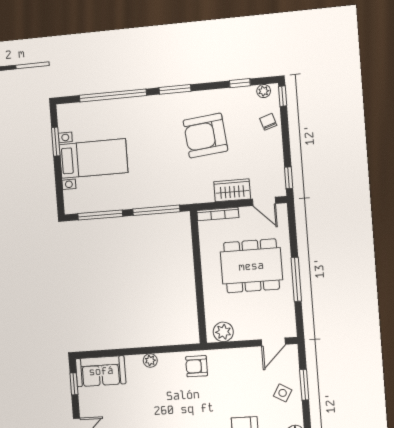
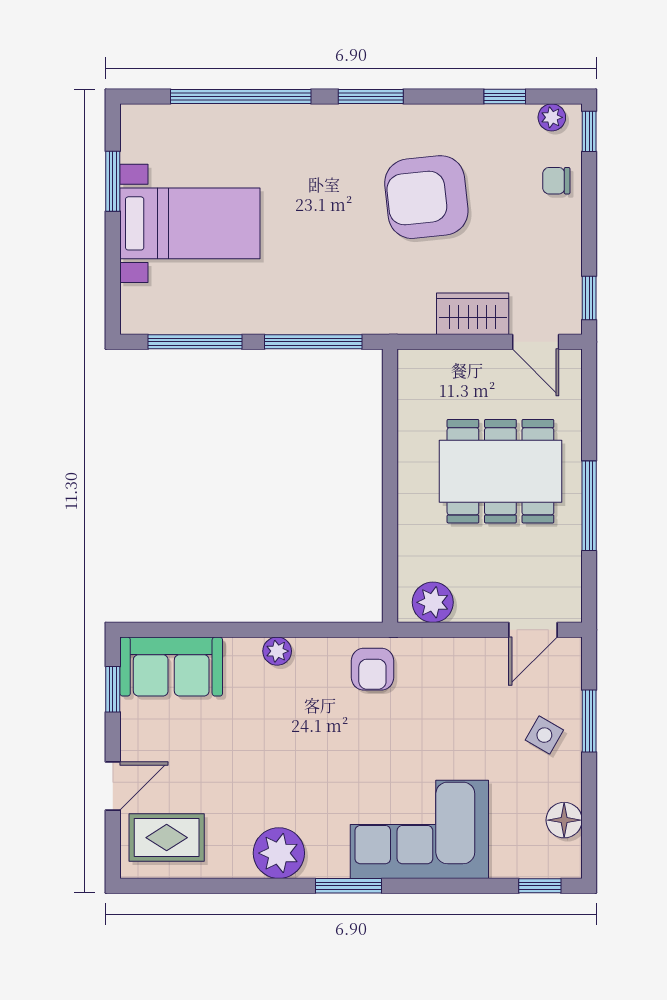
chair: (268, 122) -> (556, 181), turned -72
bookcase: (218, 214) -> (440, 360), removed
armchair: (197, 366) -> (372, 669), turned -90

